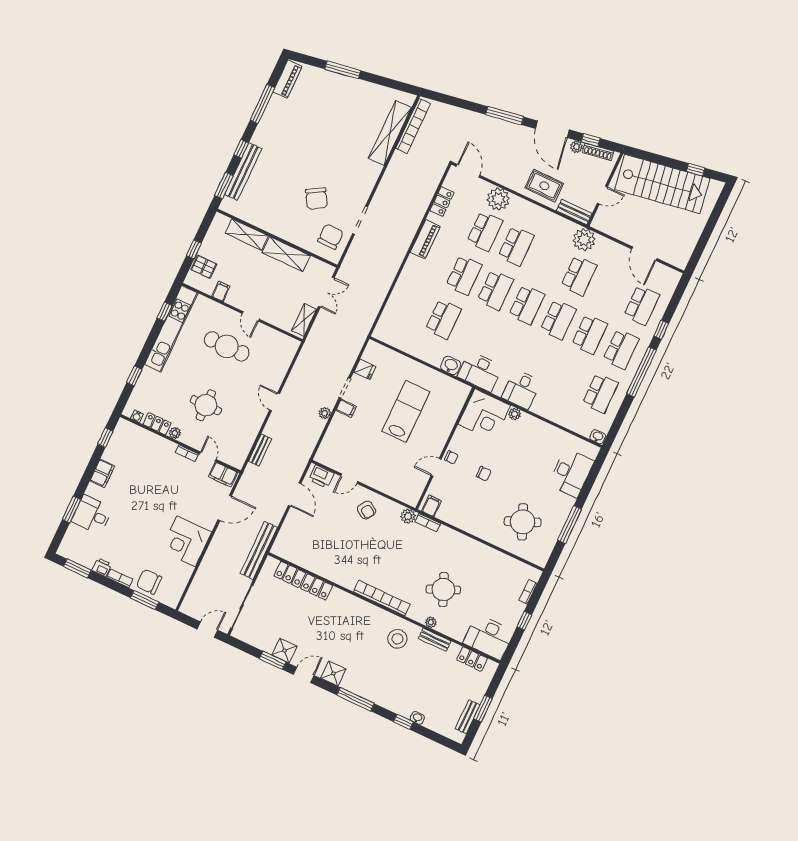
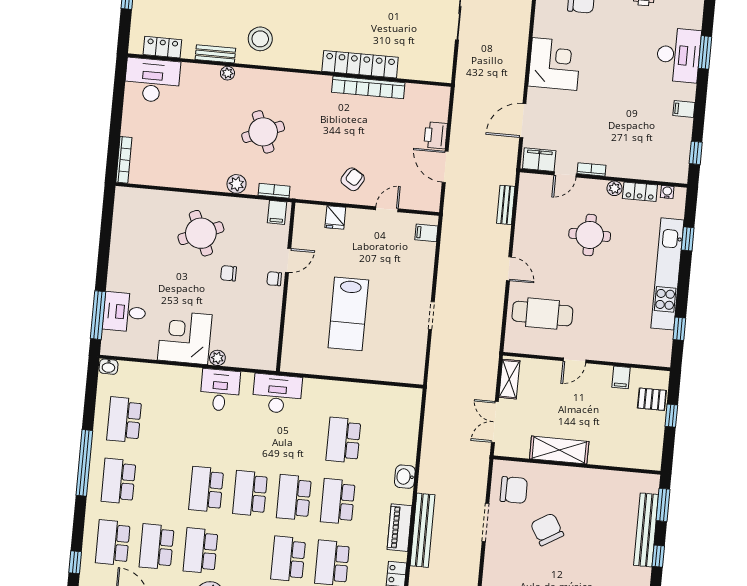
shelving: (247, 234) -> (614, 456), removed
chair: (330, 237) -> (514, 490), turned -90
door: (251, 316) -> (574, 360), swing flipped
kitchen unit: (171, 329) -> (667, 274), moved
window: (661, 330) -> (75, 562), moved
school desk: (590, 334) -> (157, 547), moved
cafe table: (227, 346) -> (542, 314), moved
washbasin: (451, 365) -> (405, 477), moved, turned 90
fridge: (365, 369) -> (335, 217), moved, turned -90
filing cabinet: (346, 408) -> (426, 233), moved
plant: (325, 413) -> (444, 277), removed
corner desk: (484, 415) -> (185, 337), moved
door: (208, 457) -> (565, 174), hinge flipped
filing cabinet: (102, 473) -> (684, 109), width x0.50
desk: (571, 473) -> (125, 312), width x0.73
printer: (321, 476) -> (436, 135), moved, turned -90
armchair: (367, 510) -> (353, 179), turned 89
desk: (92, 515) -> (678, 55), width x1.37
plant: (408, 516) -> (237, 184), moved
round table: (523, 522) -> (201, 233), moved
window: (570, 525) -> (98, 315), moved
bench: (259, 550) -> (422, 530), moved
locker: (303, 581) -> (360, 64), moved
round table: (443, 590) -> (263, 132), moved
bookcase: (528, 592) -> (124, 160), width x1.56
bookcase: (382, 598) -> (368, 87), moved
window: (524, 621) -> (117, 115), removed

